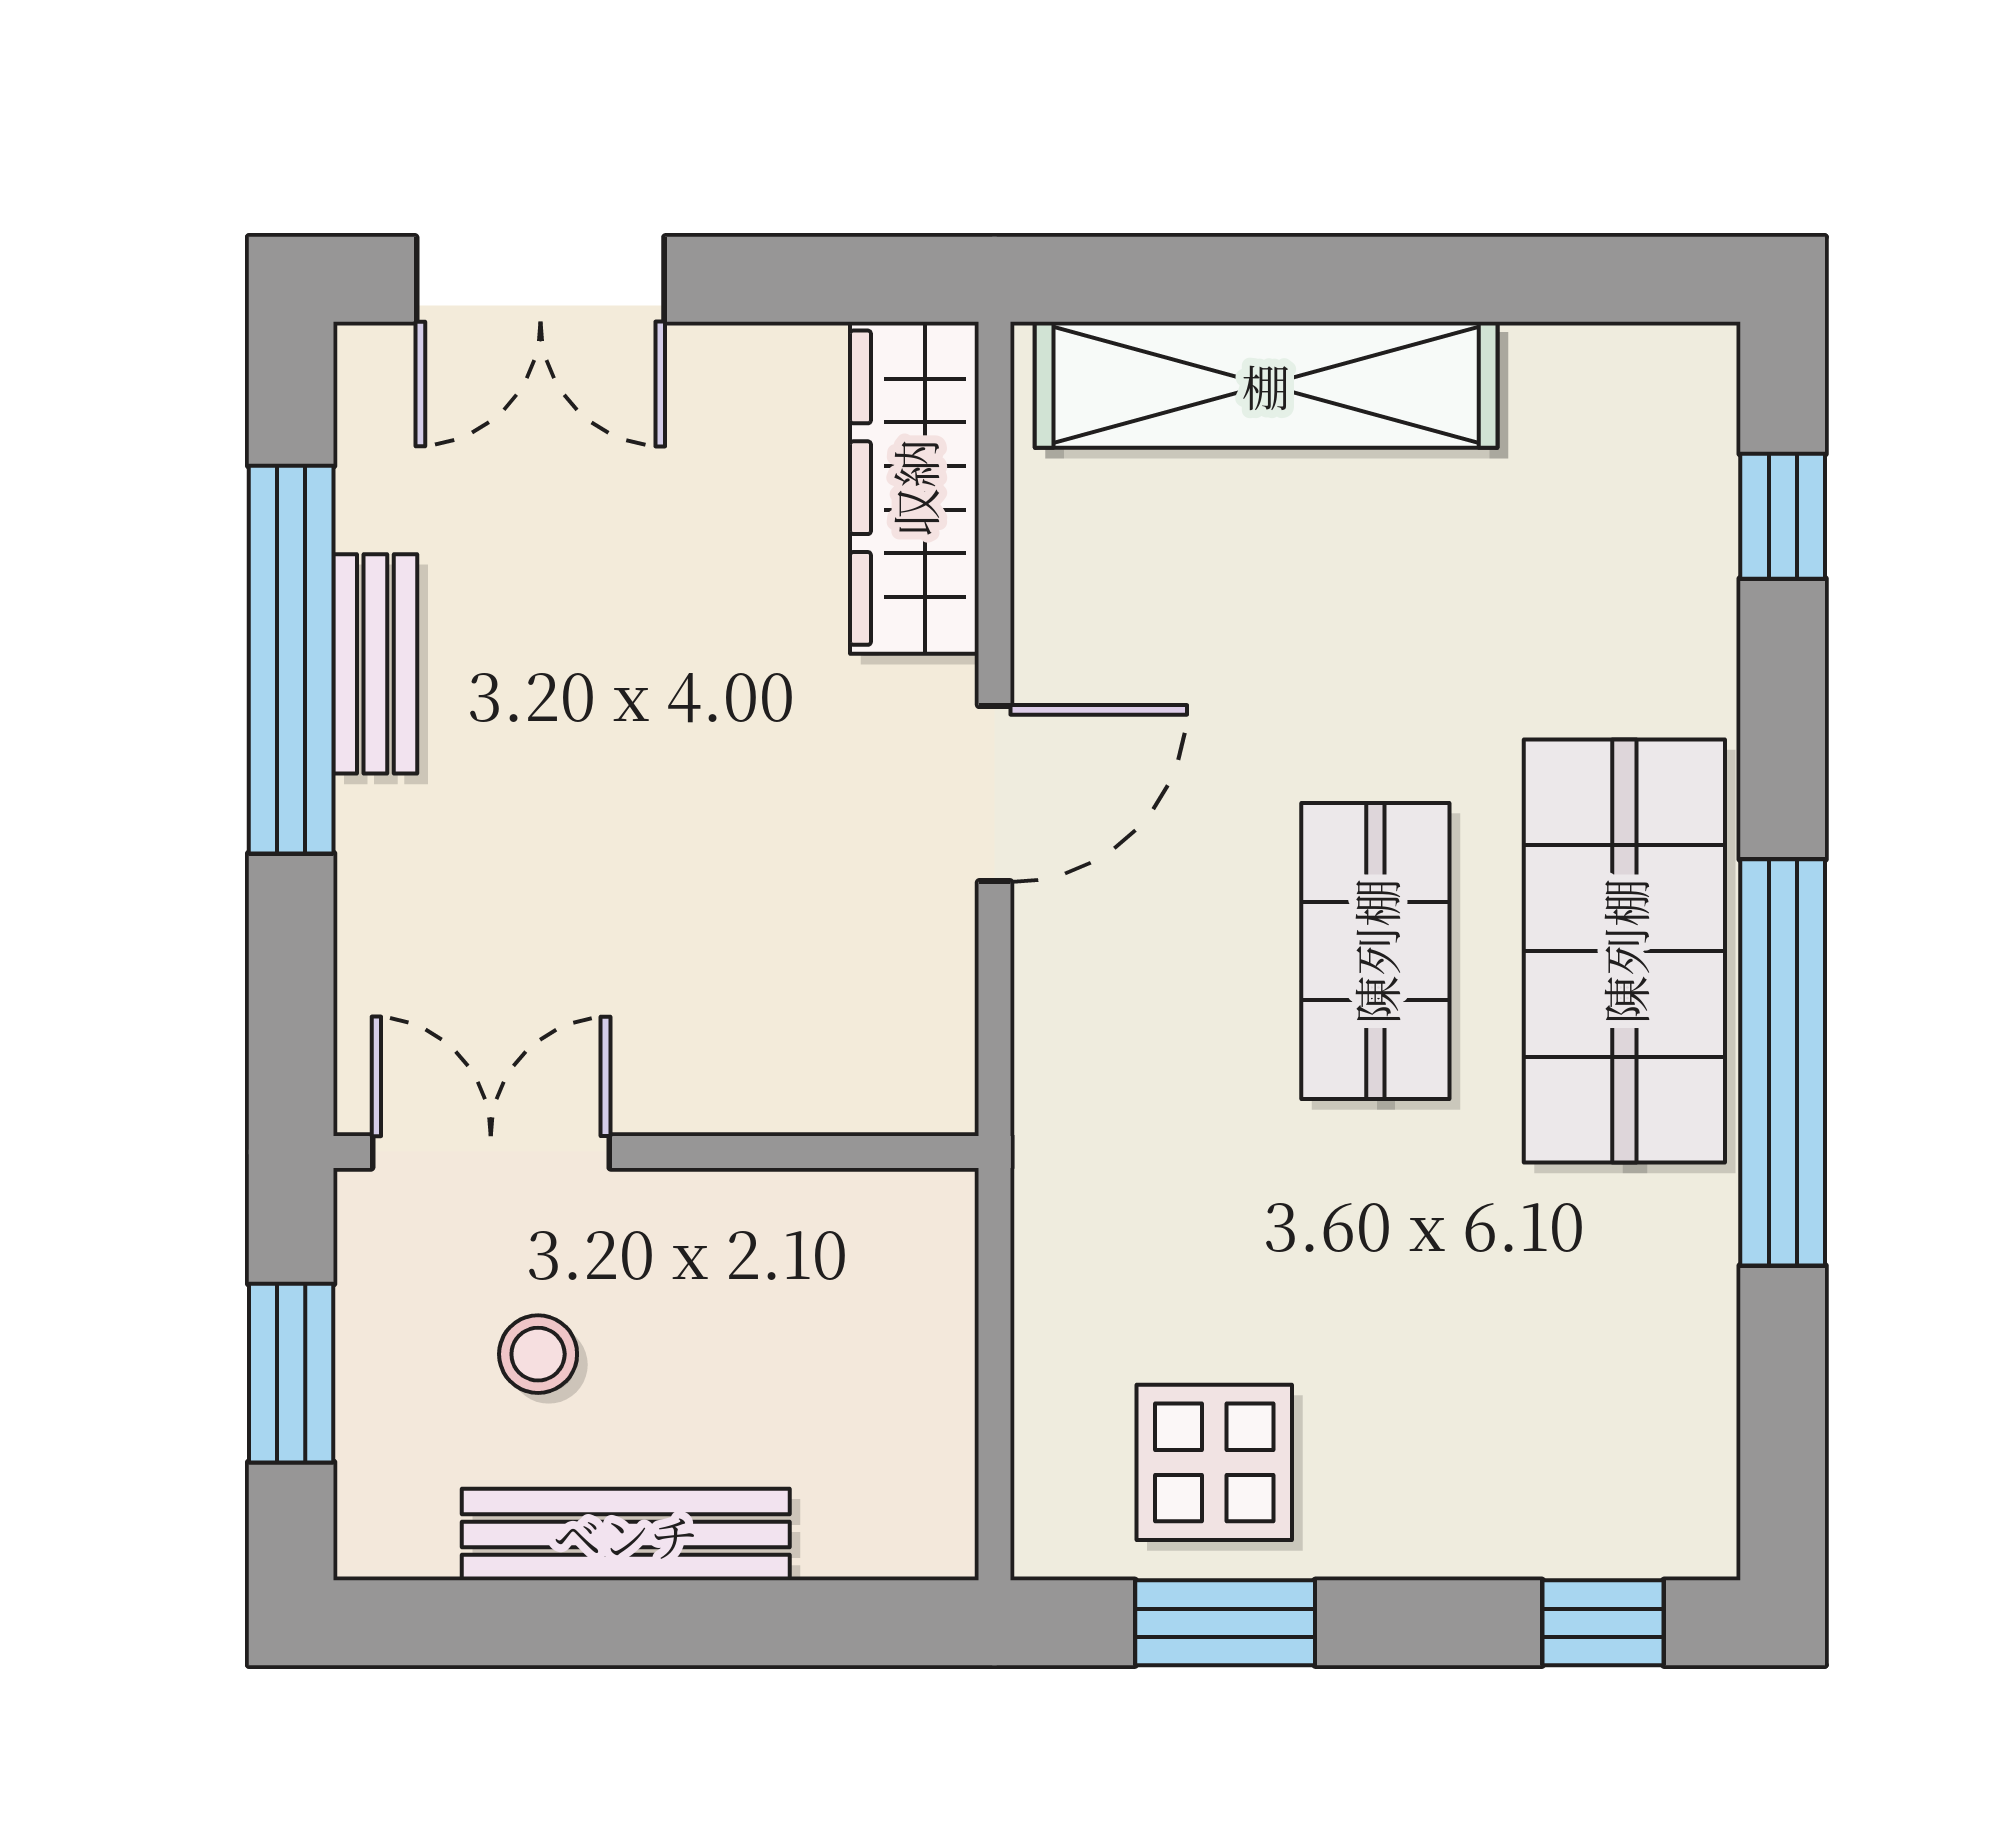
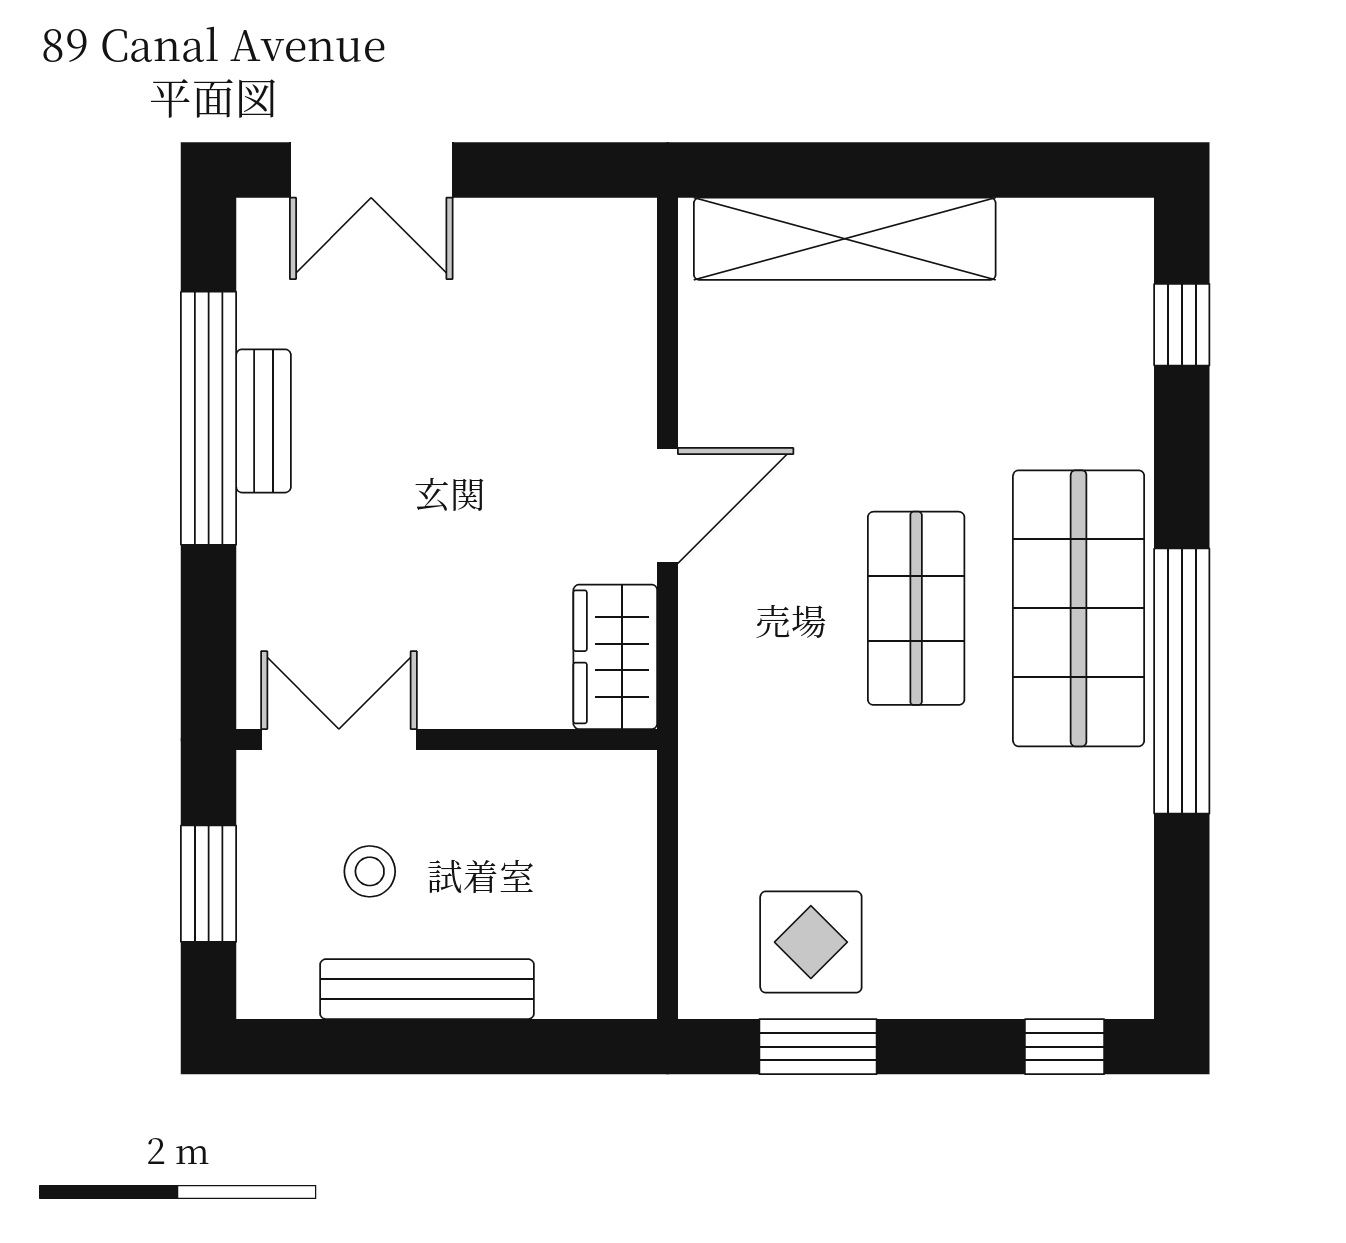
wardrobe: (914, 488) -> (615, 657), moved, width x0.67

